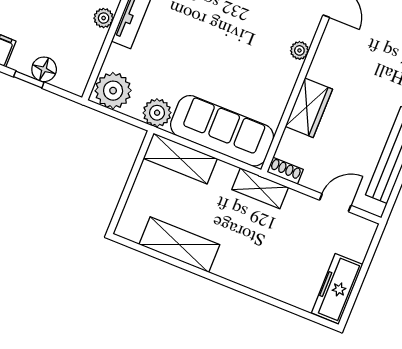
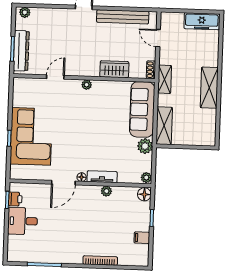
floor lamp: (44, 69) -> (144, 194), moved
plant: (113, 91) -> (146, 178), width x0.53, depth x0.53
shelving: (179, 245) -> (209, 88), moved

